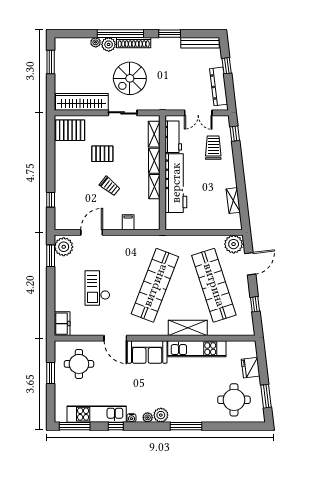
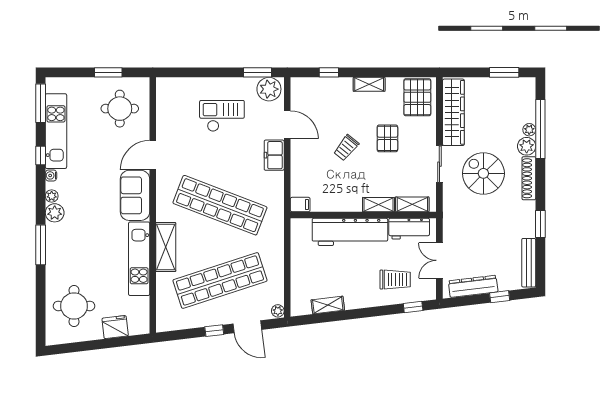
window: (120, 34) -> (540, 129), moved
shelving: (154, 187) -> (369, 84), moved
filing cabinet: (128, 222) -> (300, 205), moved
plant: (234, 244) -> (278, 311), width x0.53, depth x0.53
checkout: (97, 288) -> (222, 116), moved
window: (255, 304) -> (214, 331), moved
freezer: (62, 324) -> (274, 155), moved, turned 90
window: (266, 396) -> (79, 347), removed

